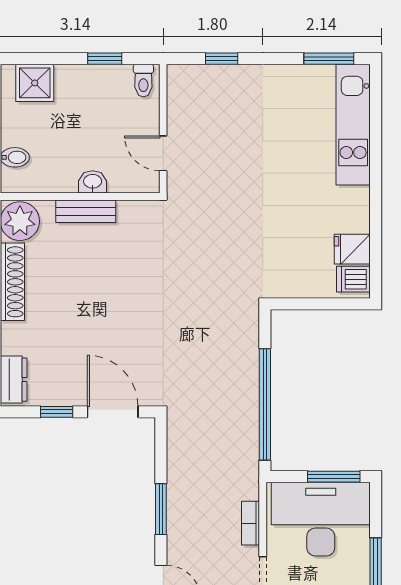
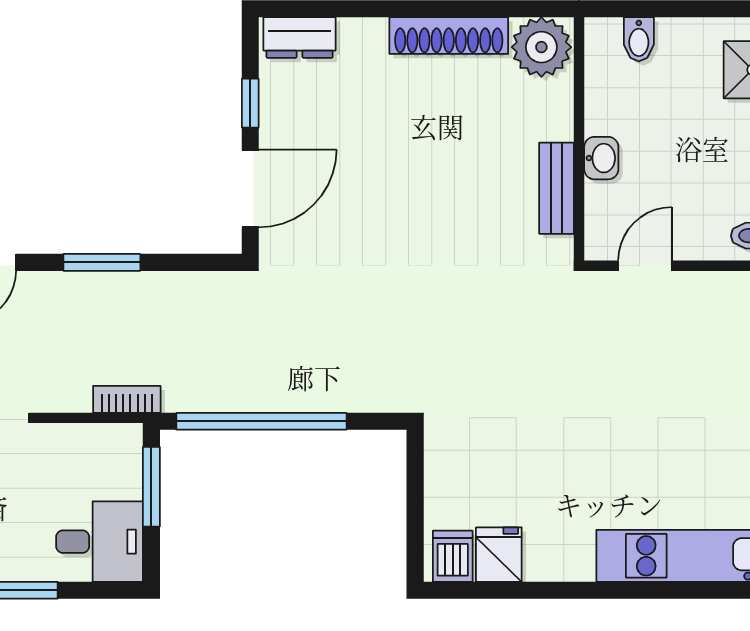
bench: (86, 211) -> (557, 188), moved
window: (334, 477) -> (151, 487), moved
desk: (321, 519) -> (100, 542), width x0.53, depth x0.77
bookcase: (251, 523) -> (127, 399), moved

